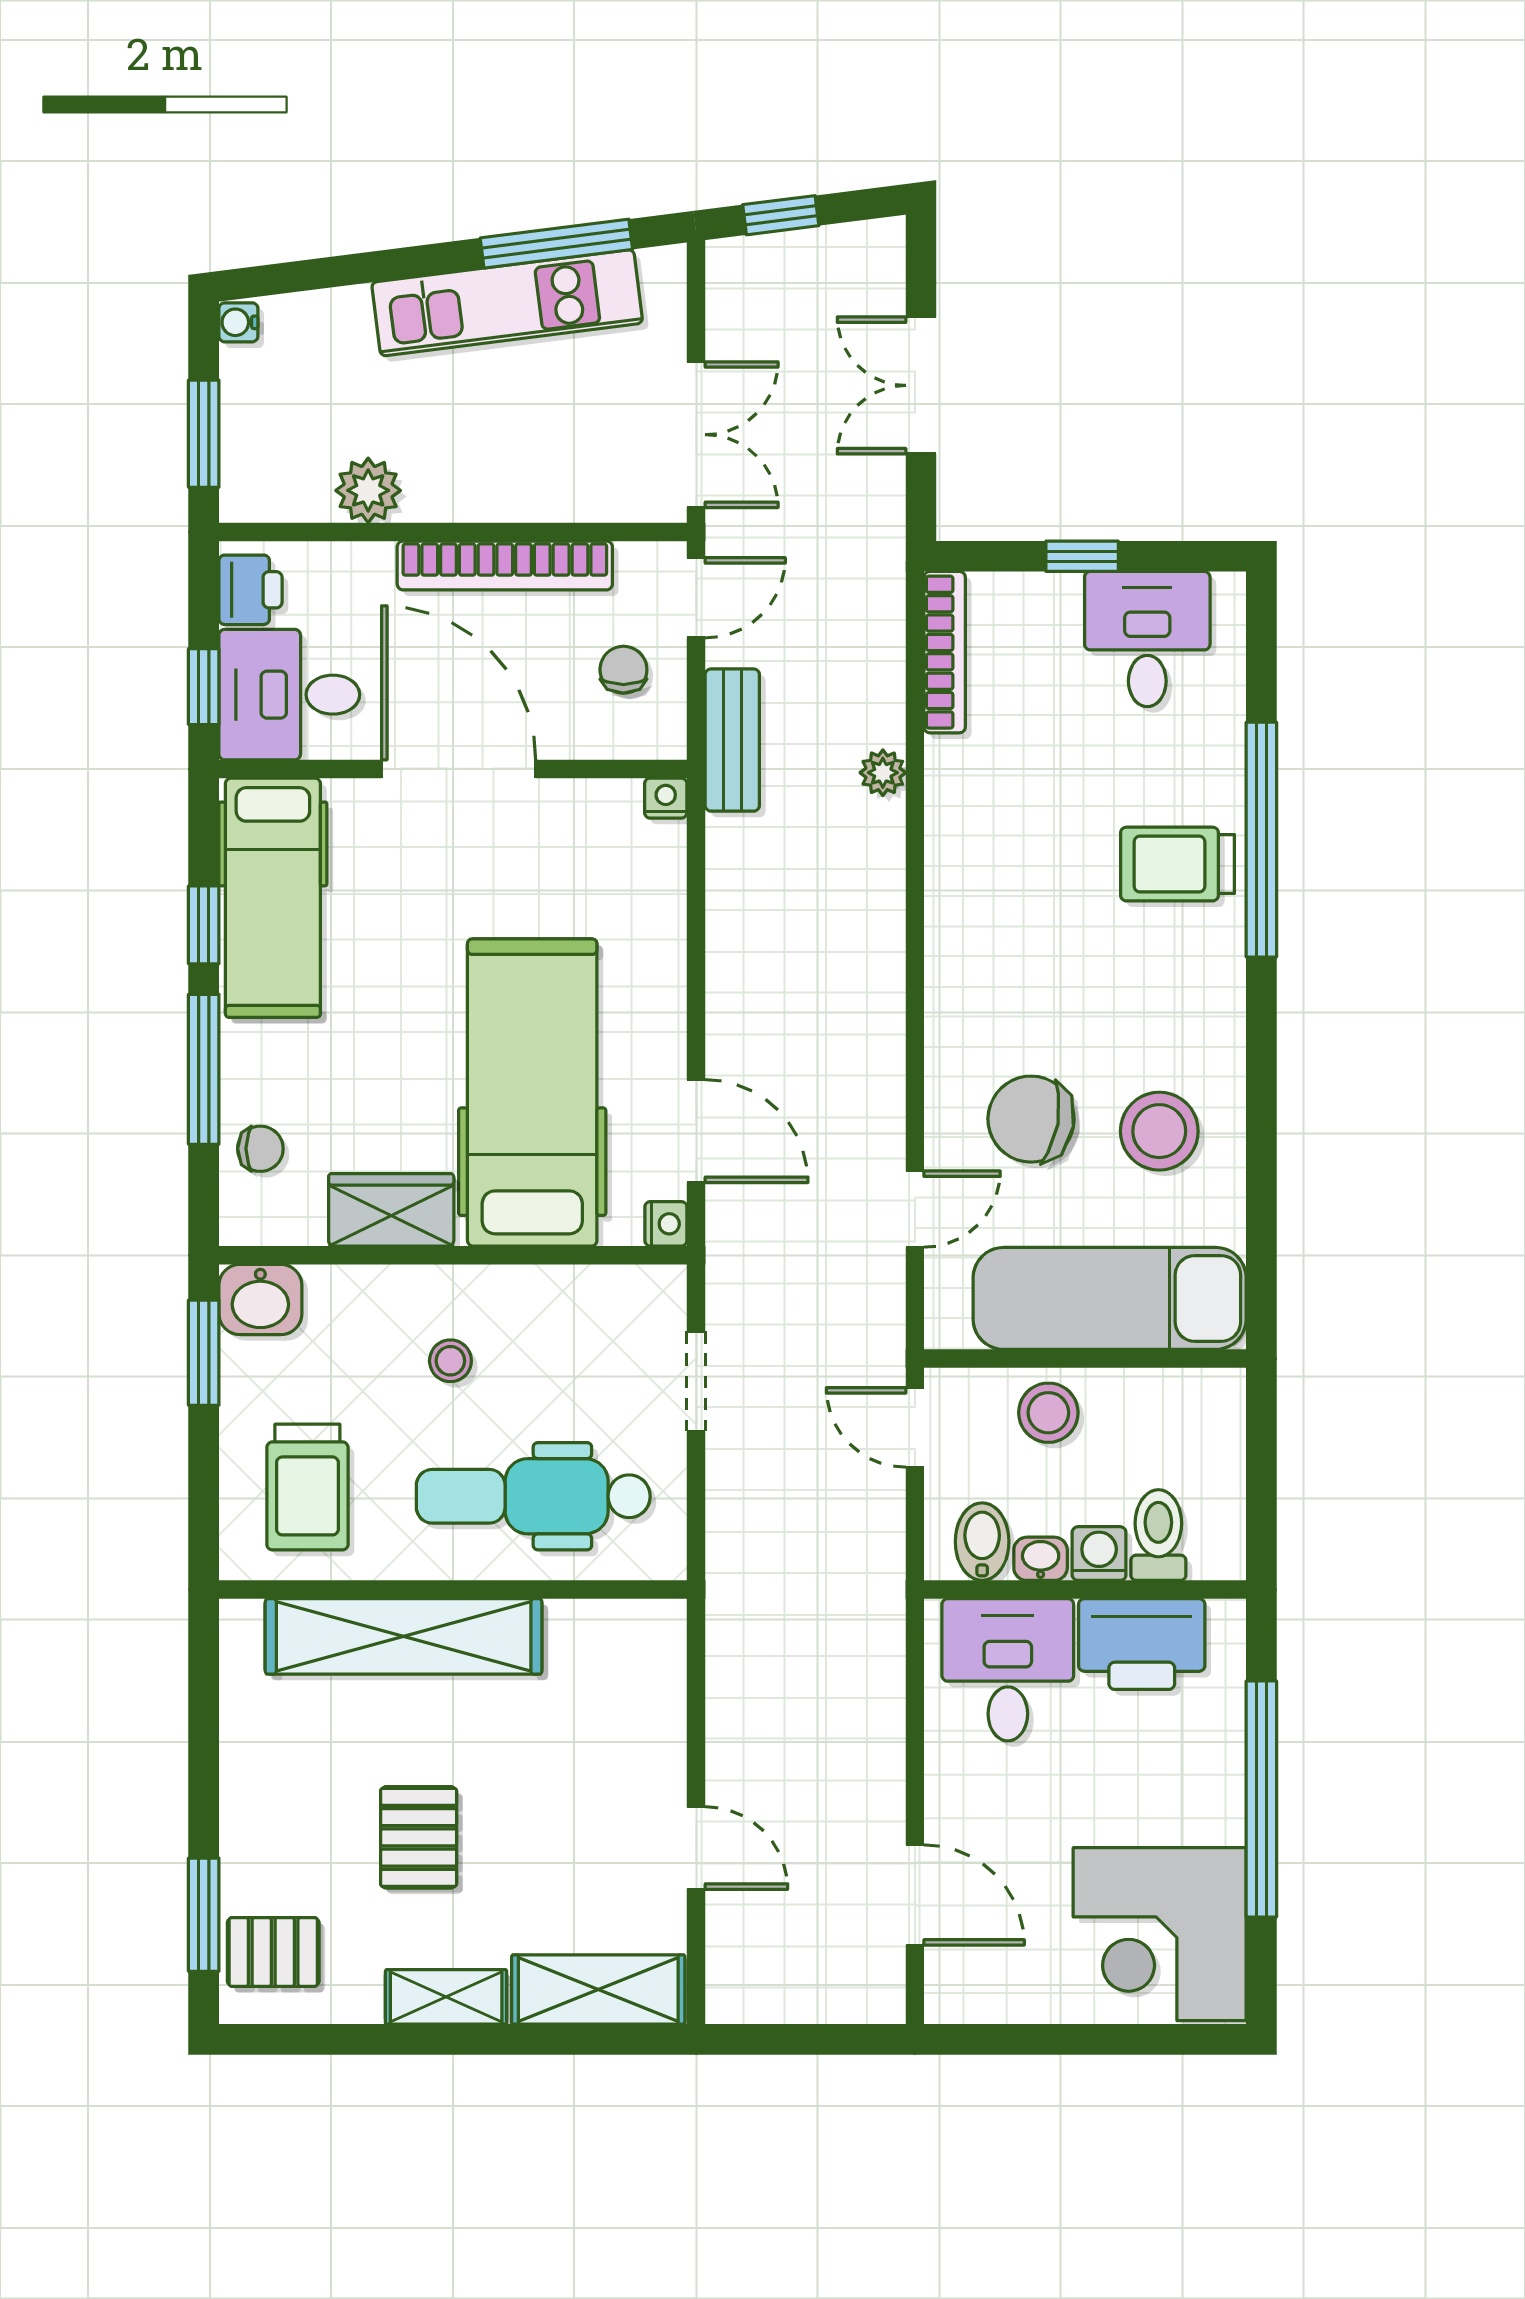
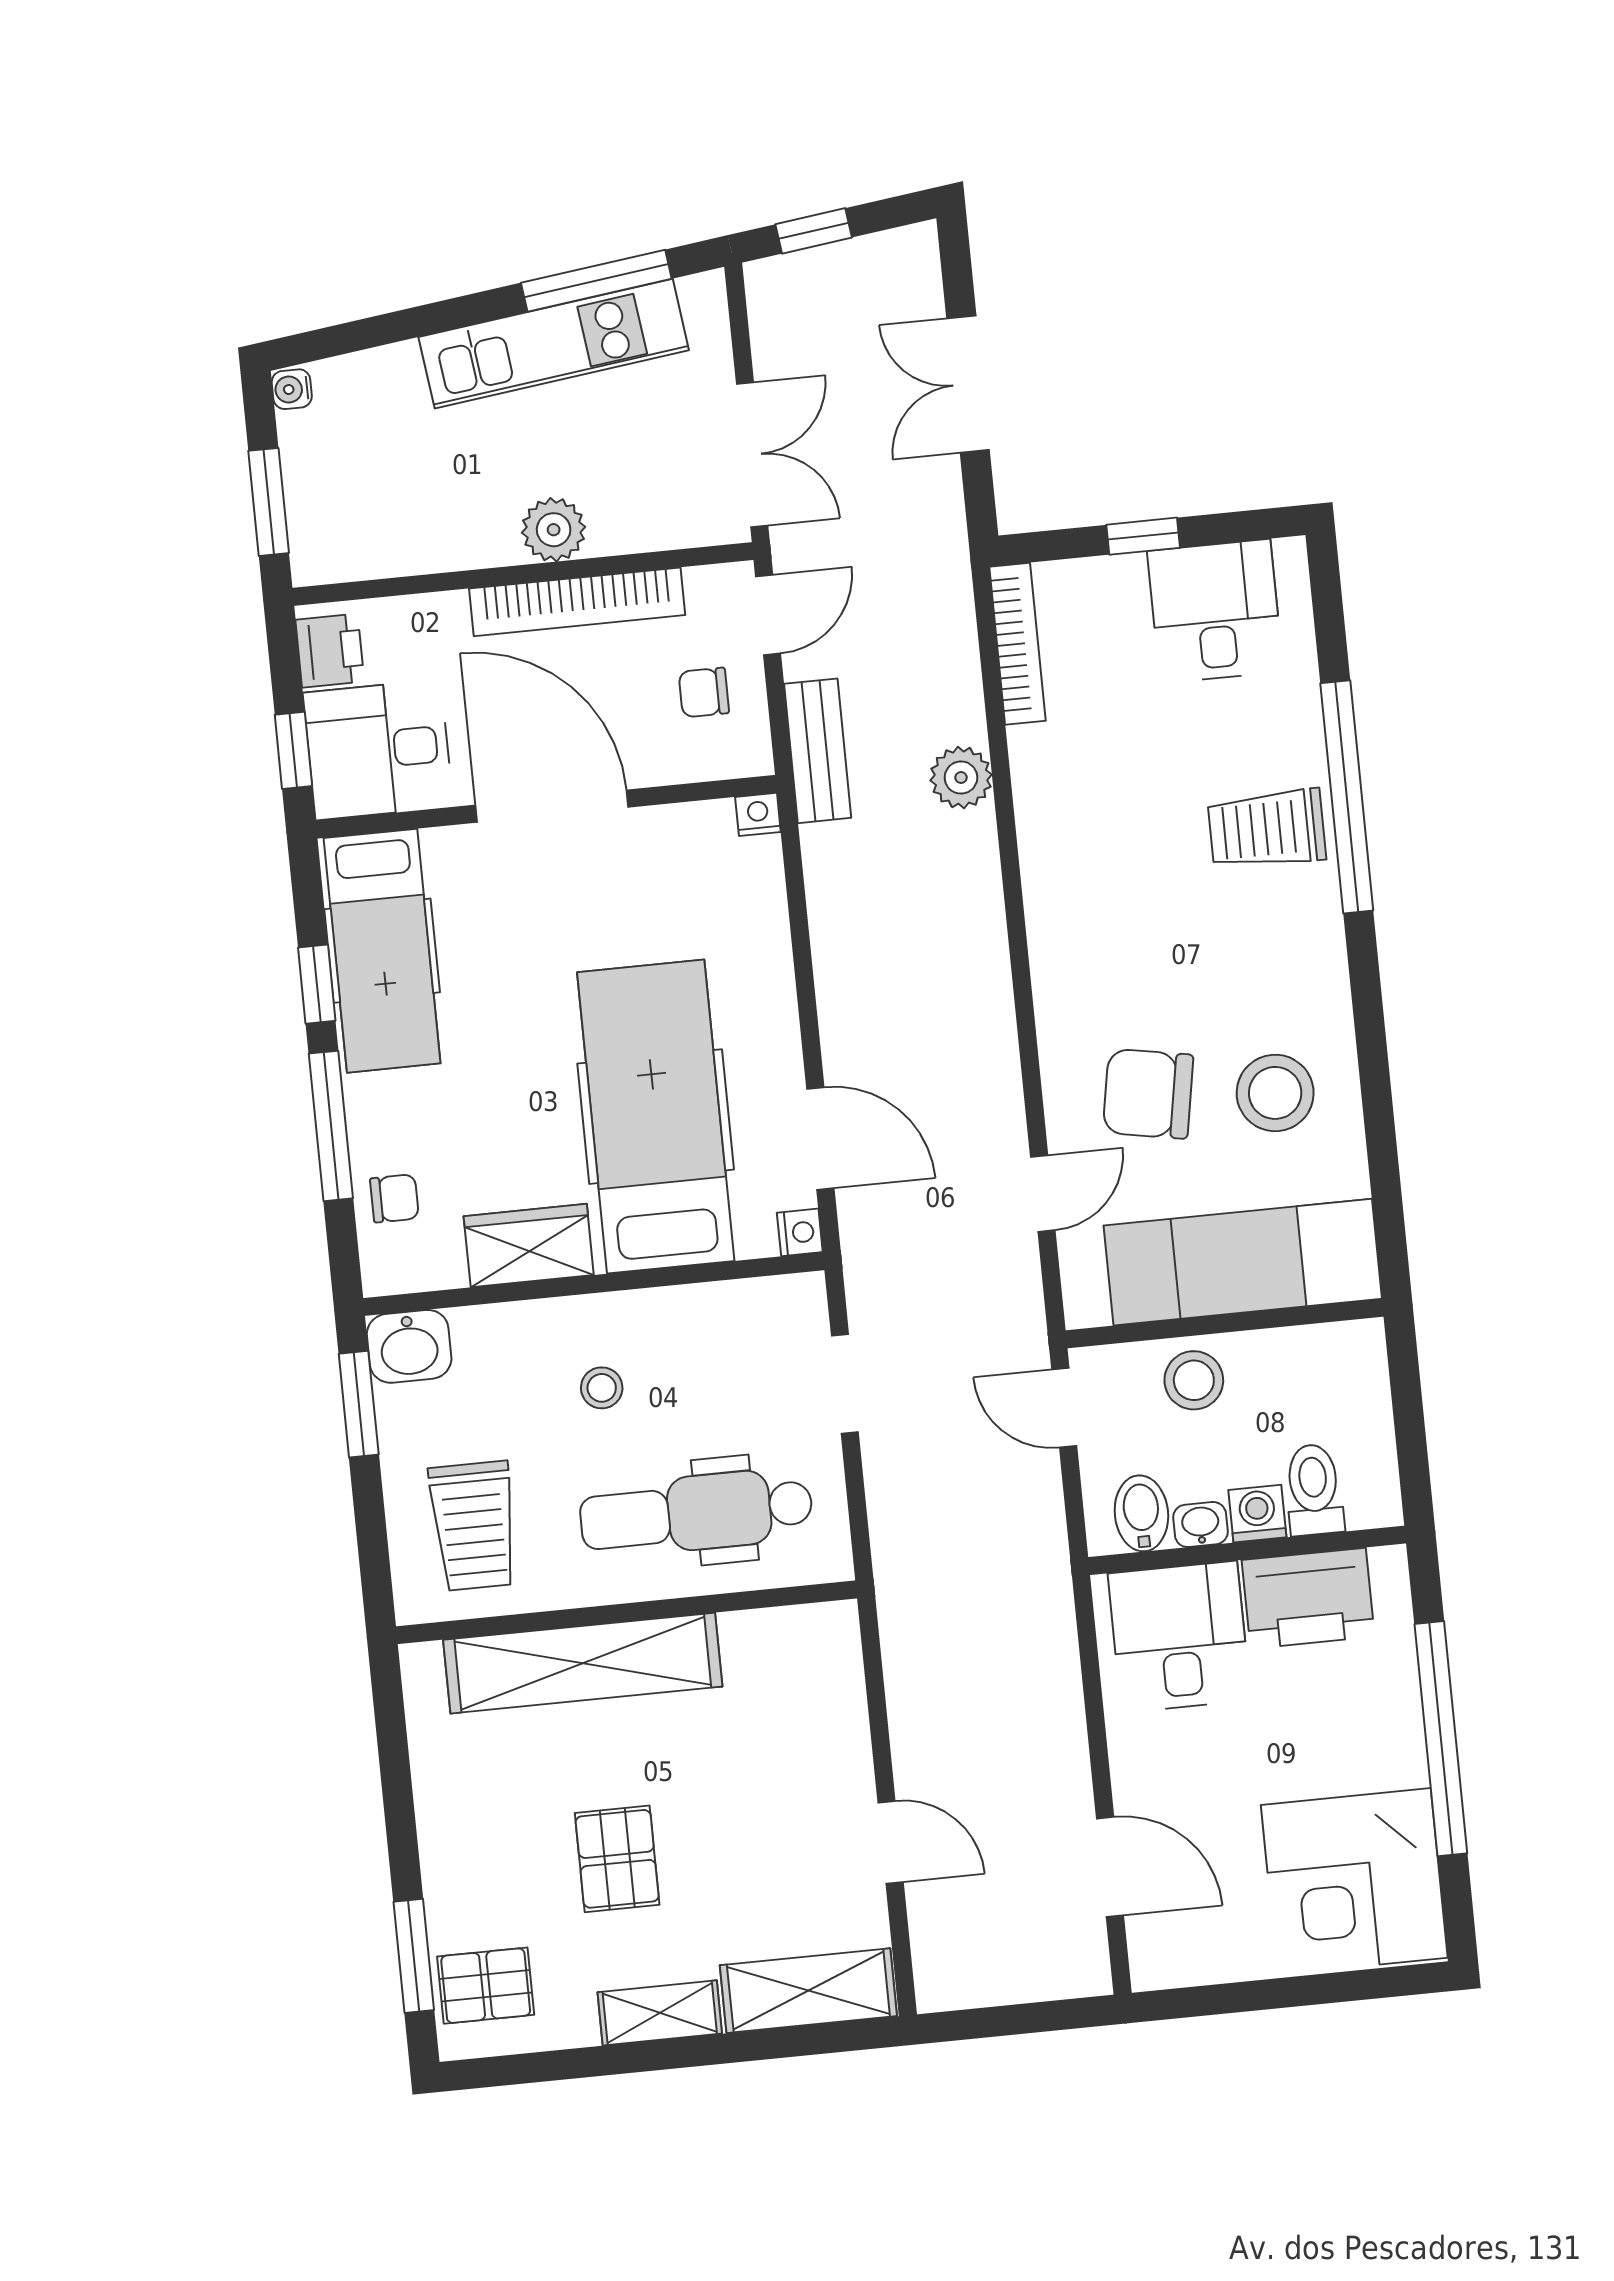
plant: (368, 490) -> (554, 530), moved
chair: (623, 670) -> (704, 692), turned -90
plant: (883, 773) -> (961, 778), width x1.38, depth x1.38

